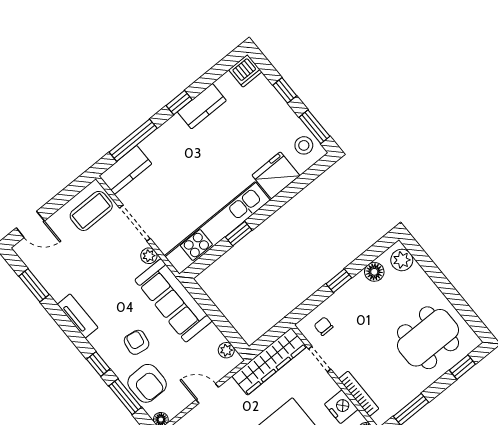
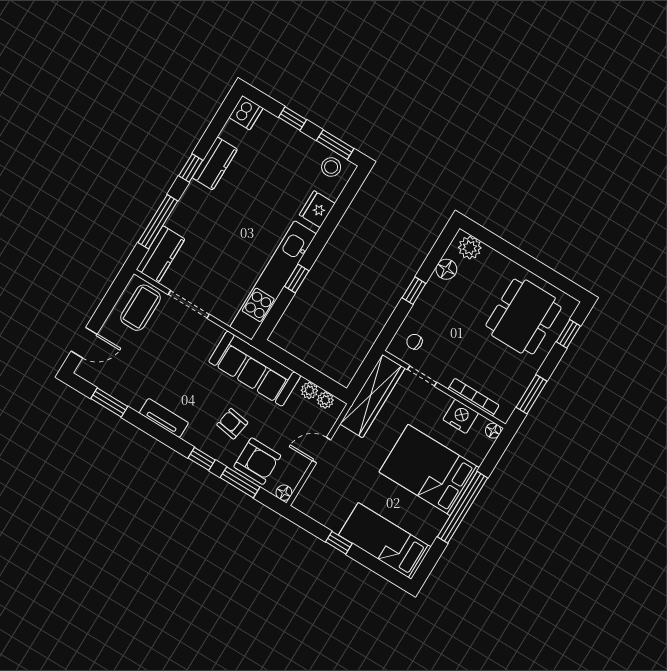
fridge: (276, 175) -> (317, 209), width x0.73, depth x0.75
plant: (149, 256) -> (309, 390), moved

